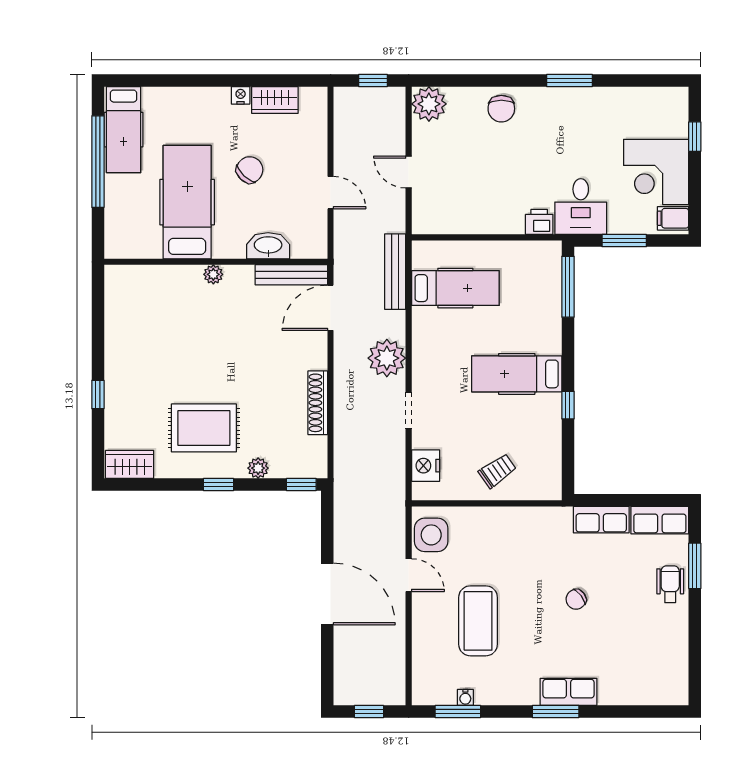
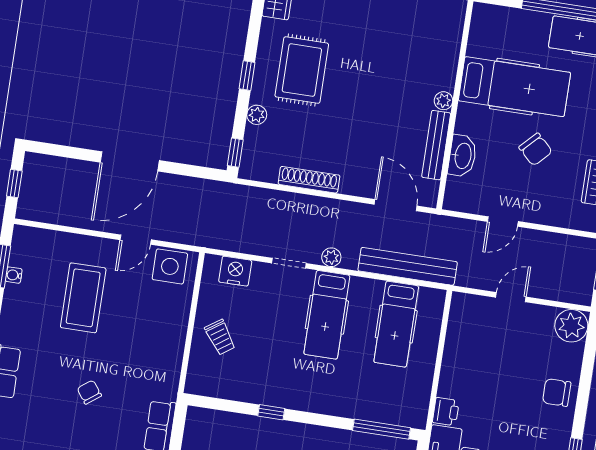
bench: (395, 272) -> (408, 266), width x1.37, depth x1.21
bench: (291, 275) -> (436, 145), moved
plant: (387, 358) -> (331, 257), width x0.53, depth x0.53
hospital bed: (517, 374) -> (327, 315), moved, turned 180
coffee table: (478, 621) -> (83, 298), turned 90

